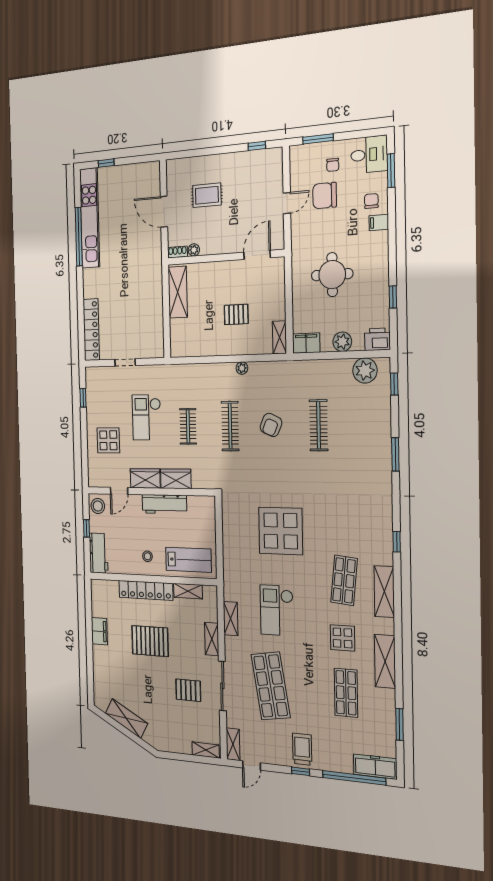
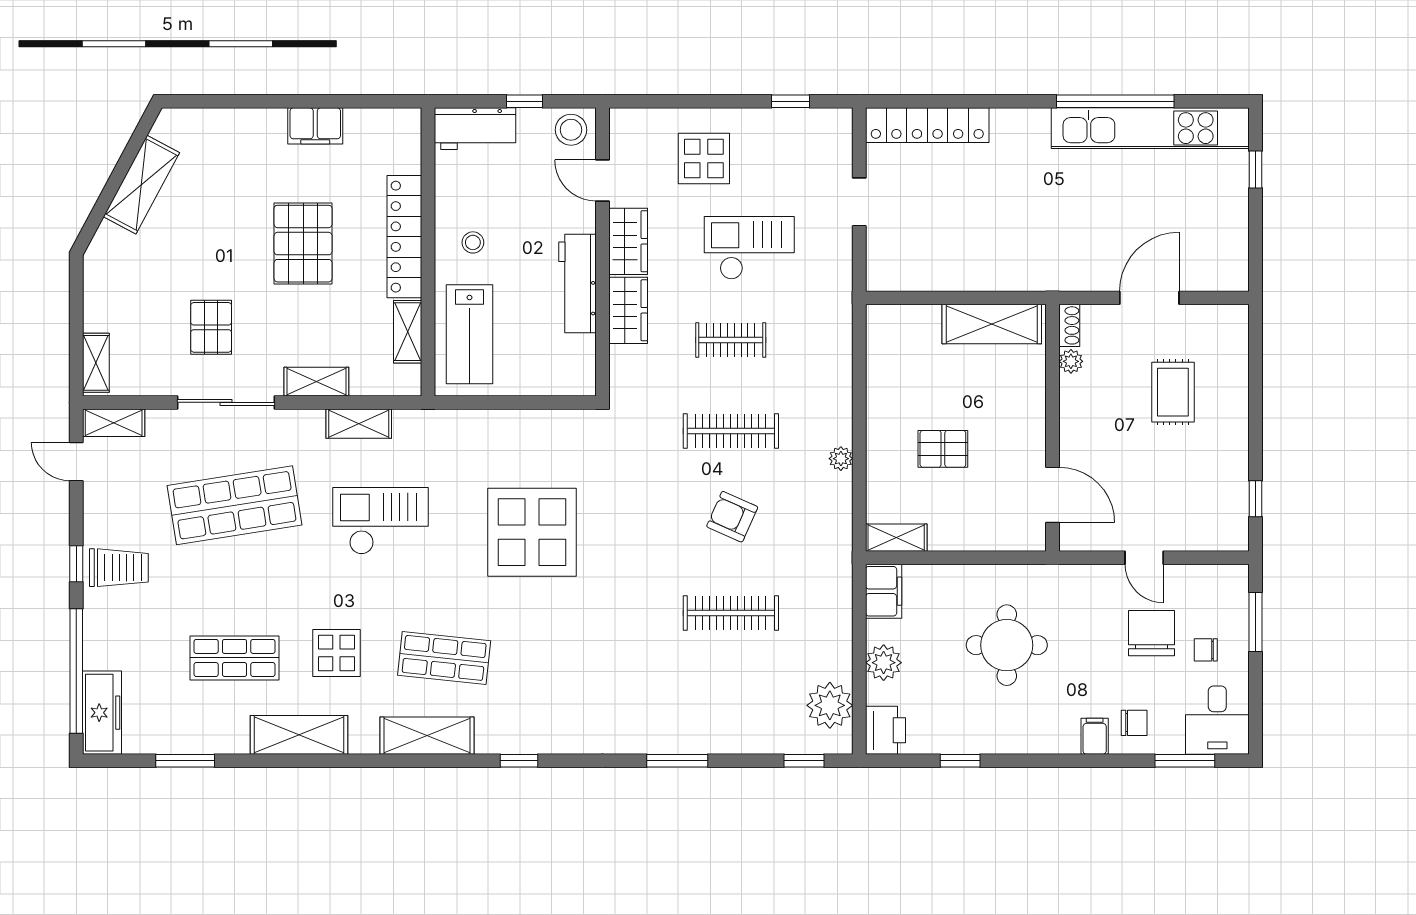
pallet: (236, 314) -> (943, 449), turned 90

